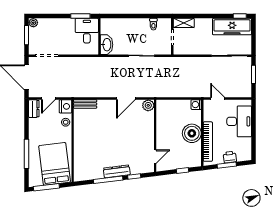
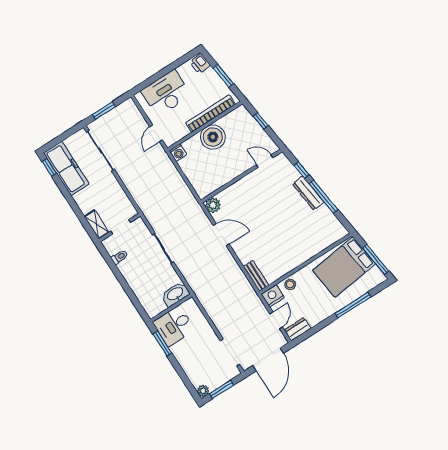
door: (48, 99) -> (276, 320), hinge flipped
printer: (230, 157) -> (200, 64), moved

